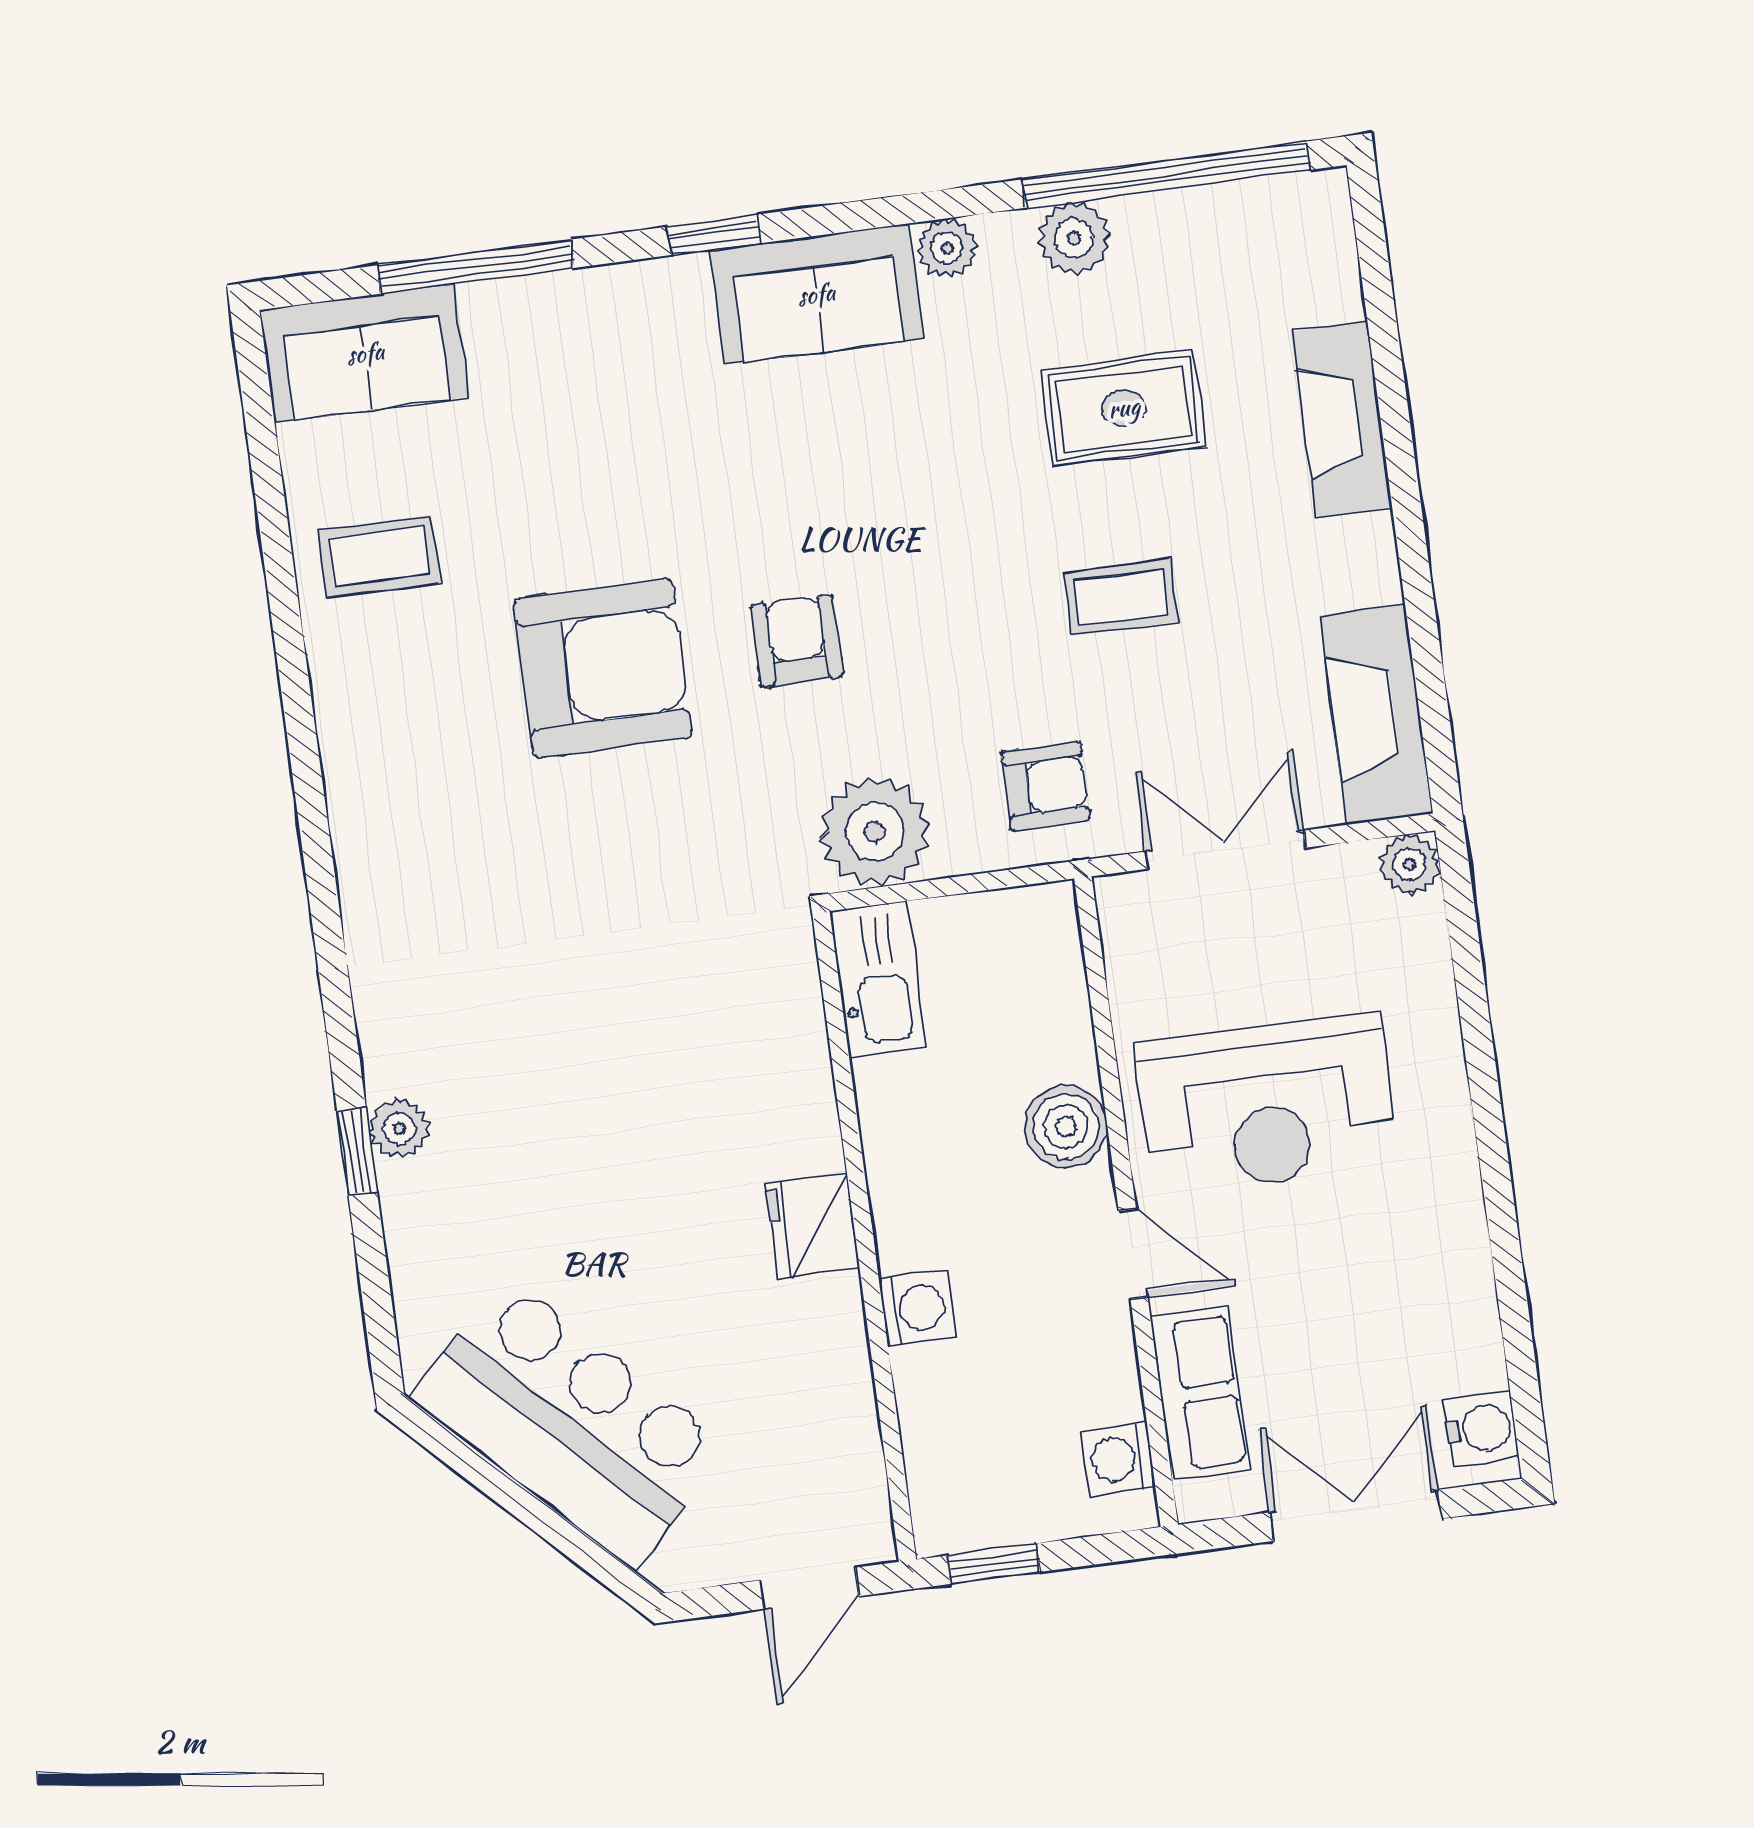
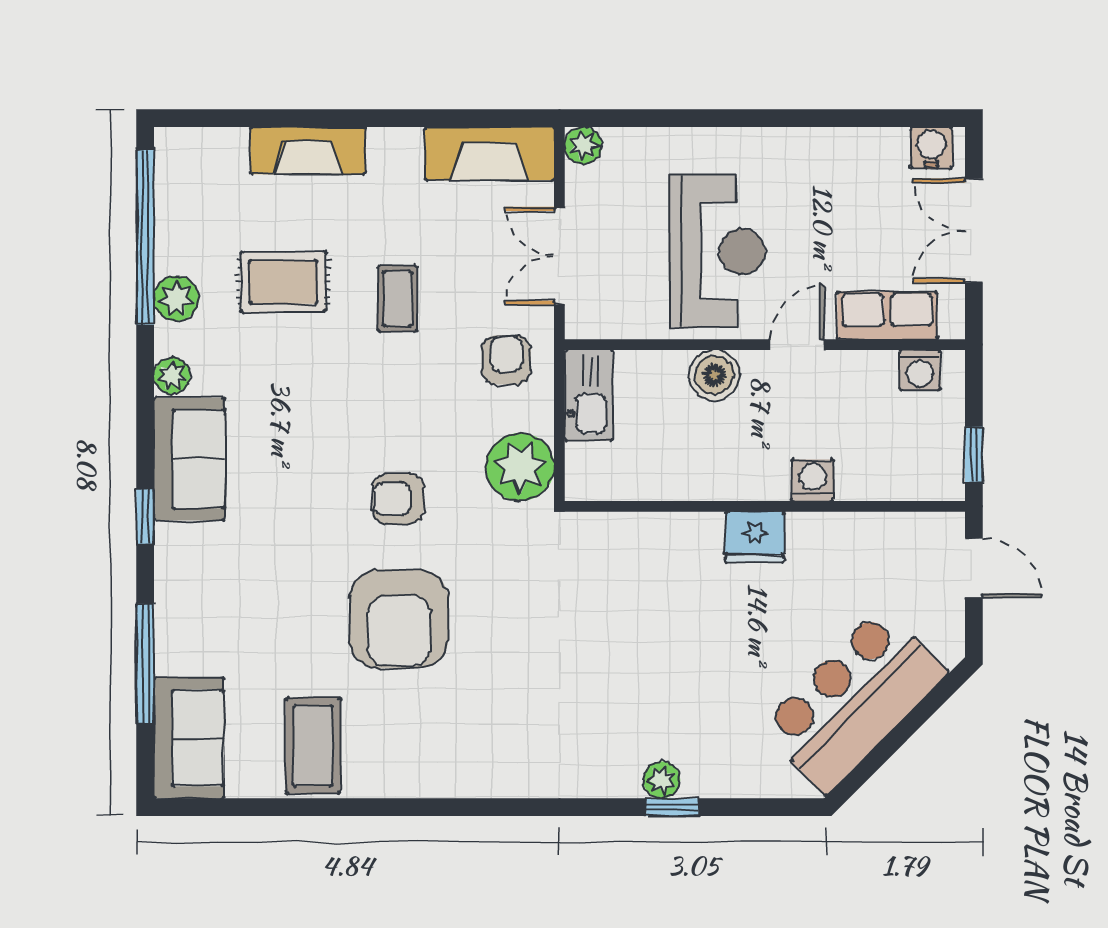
rug: (1124, 408) -> (283, 282), turned 90
coffee table: (379, 556) -> (313, 746), width x1.36, depth x1.30
armchair: (603, 668) -> (399, 619), turned 180
kitchen sink: (878, 980) -> (589, 395), moved, turned 90

